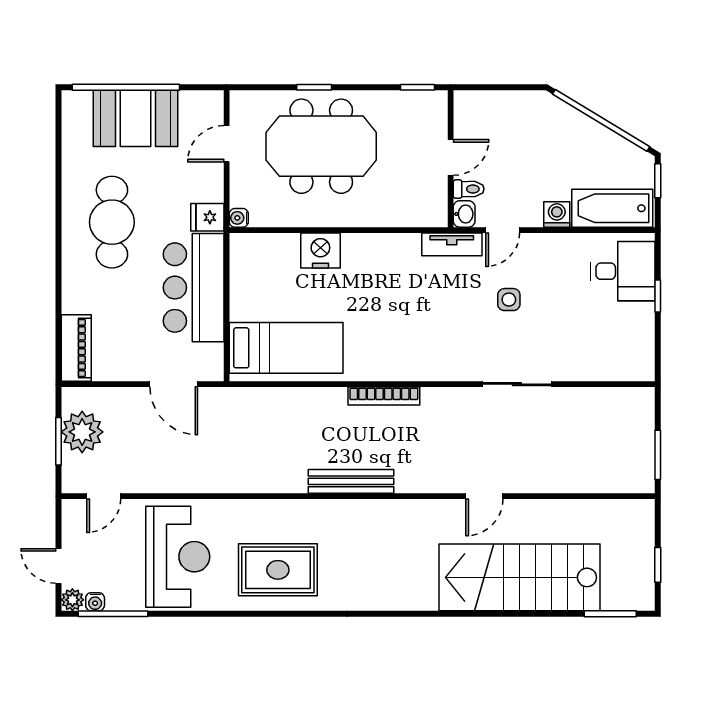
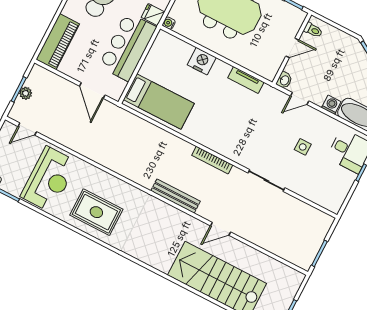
toilet: (469, 189) -> (313, 30), moved
tv unit: (452, 244) -> (246, 80), moved
side table: (509, 300) -> (303, 147), moved
piano: (76, 348) -> (58, 42), width x1.37, depth x1.33
bookcase: (384, 396) -> (212, 160), moved
plant: (82, 432) -> (26, 93), width x0.53, depth x0.53
bench: (351, 481) -> (176, 196), moved

